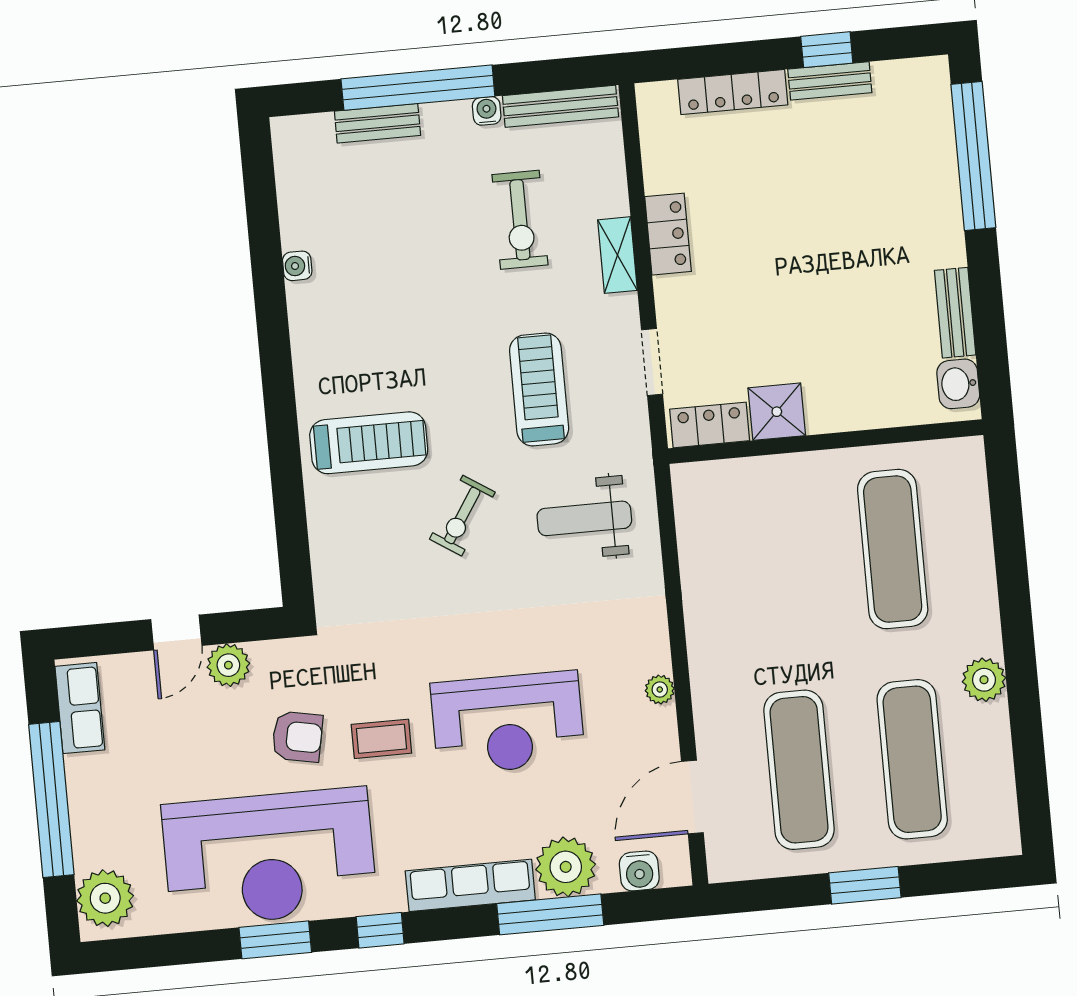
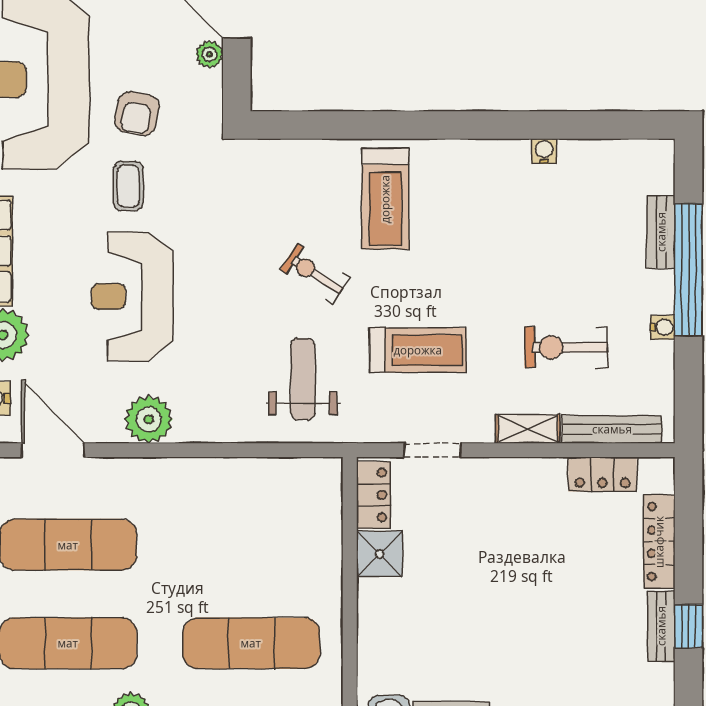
bench: (560, 106) -> (612, 429), moved, turned 90
locker: (668, 234) -> (602, 474), moved
plant: (228, 665) -> (209, 54), width x0.73, depth x0.73
plant: (660, 690) -> (149, 419), width x1.88, depth x1.88

